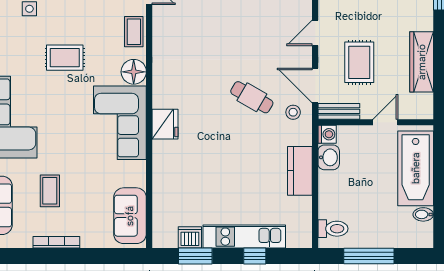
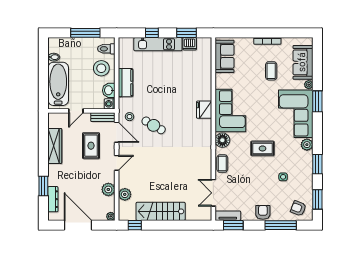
stool: (342, 195) -> (101, 68), added

